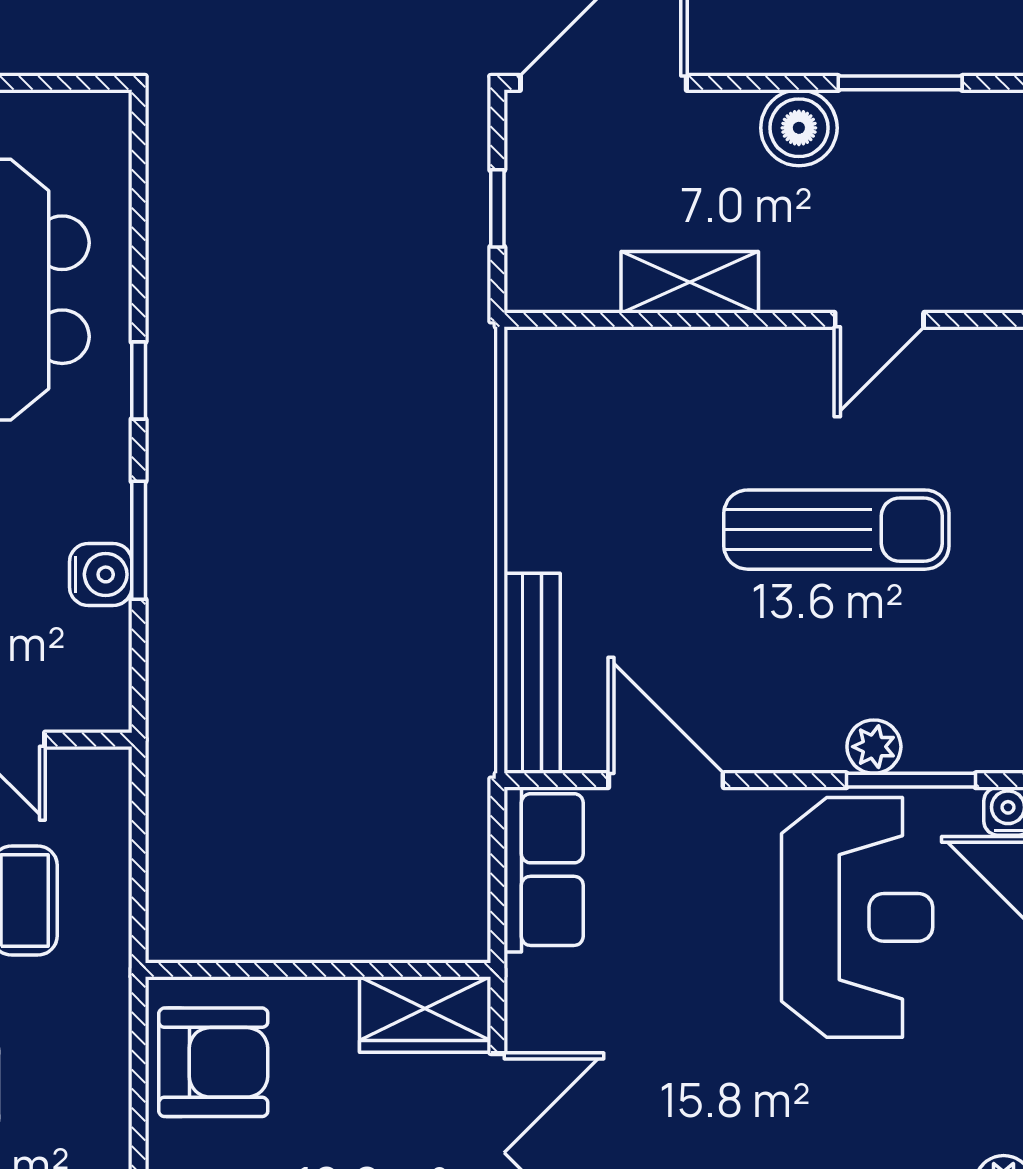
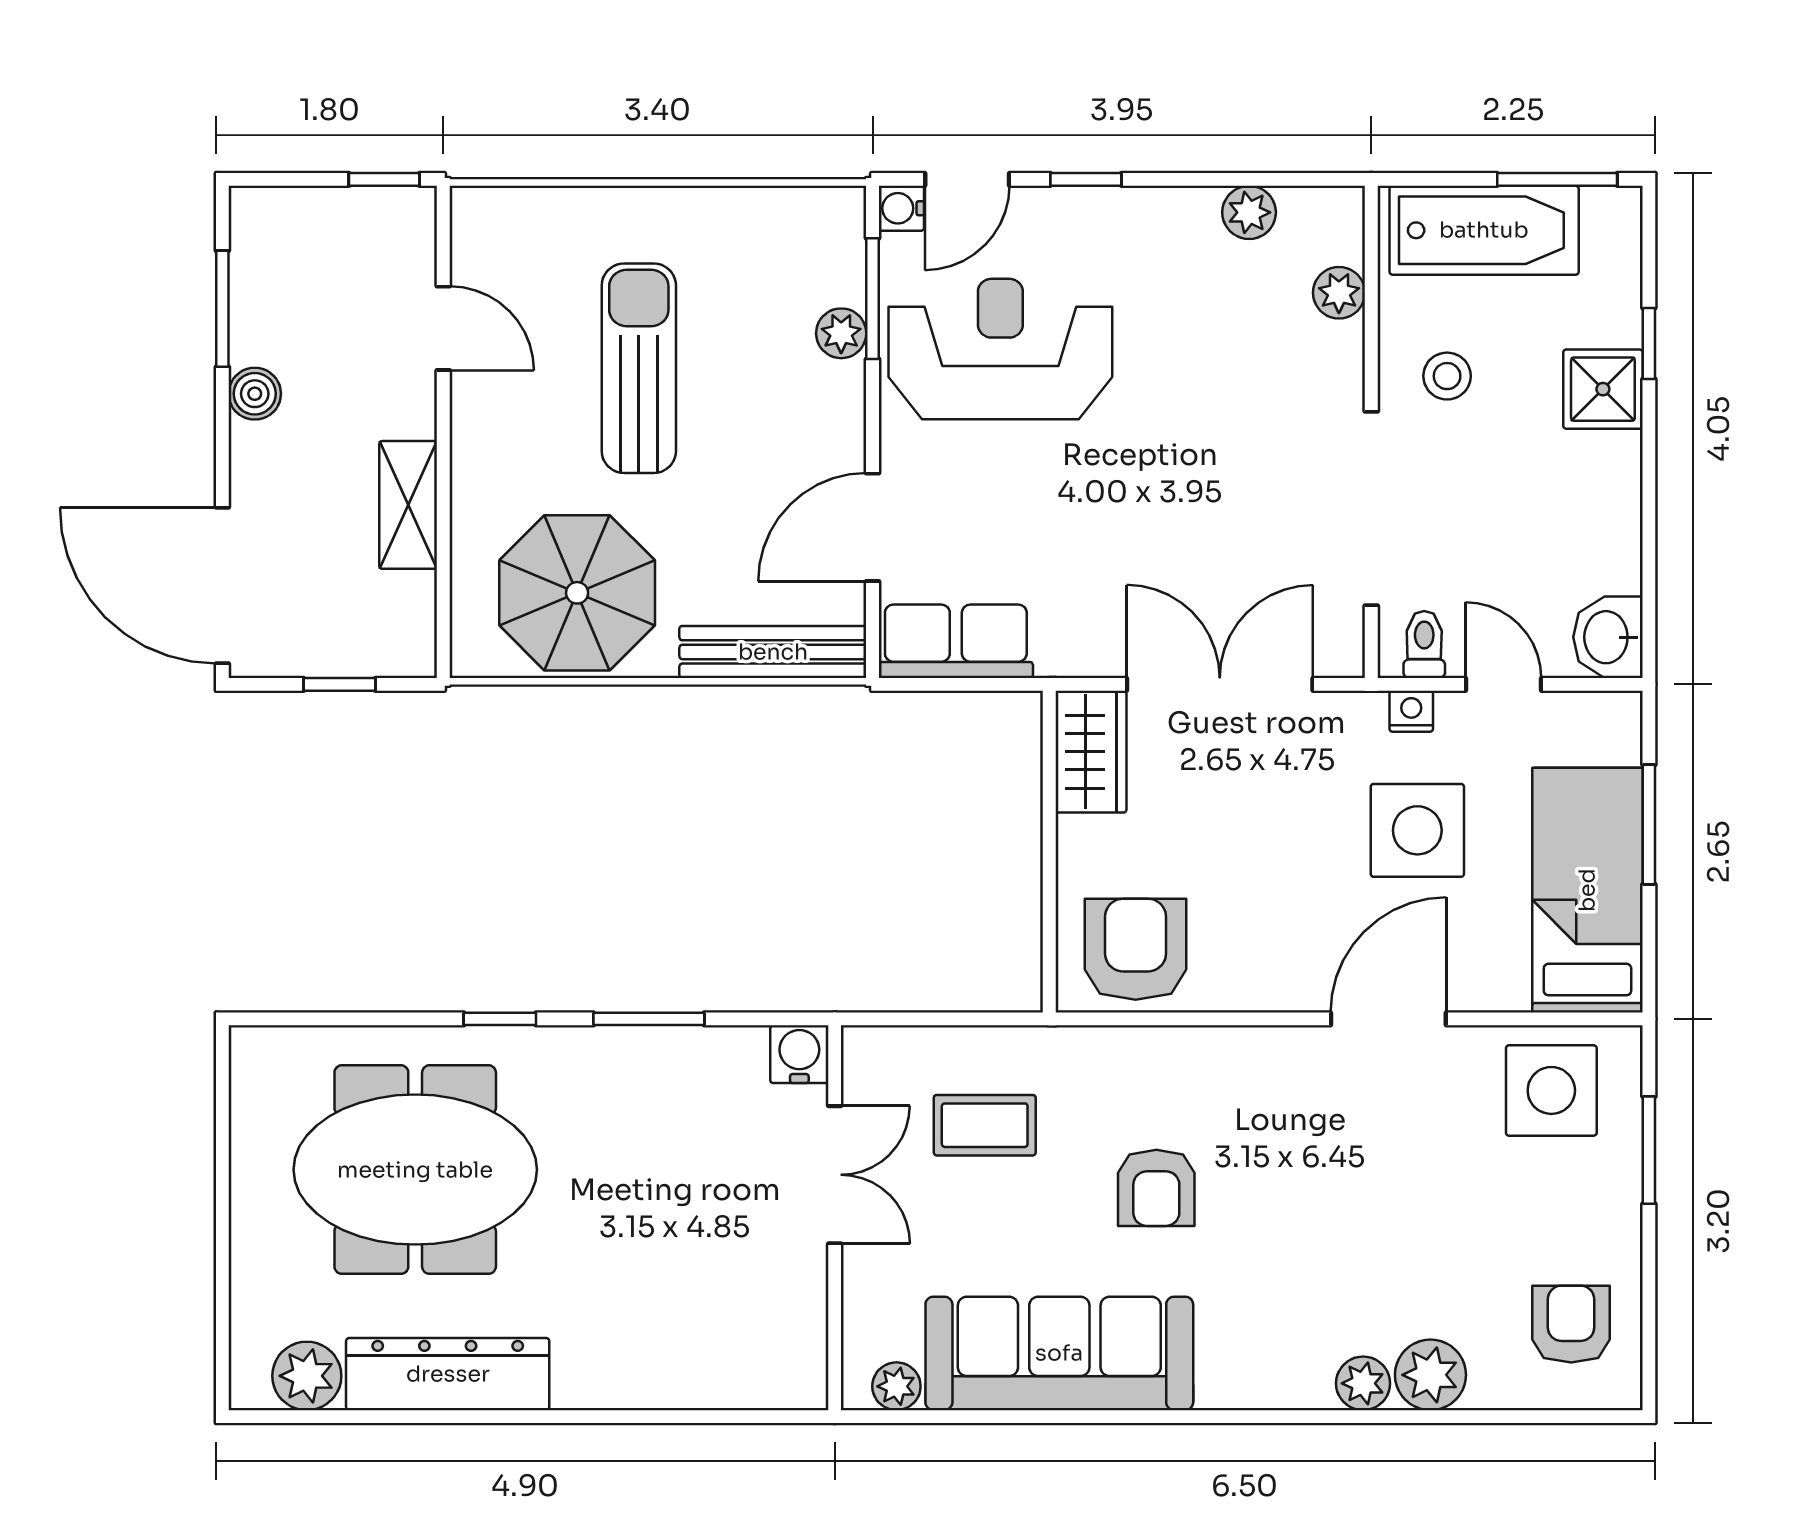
boiler: (799, 128) -> (255, 394), width x0.73, depth x0.73
parasol: (596, 463) -> (577, 593), added
water cooler: (101, 574) -> (799, 1054), moved

